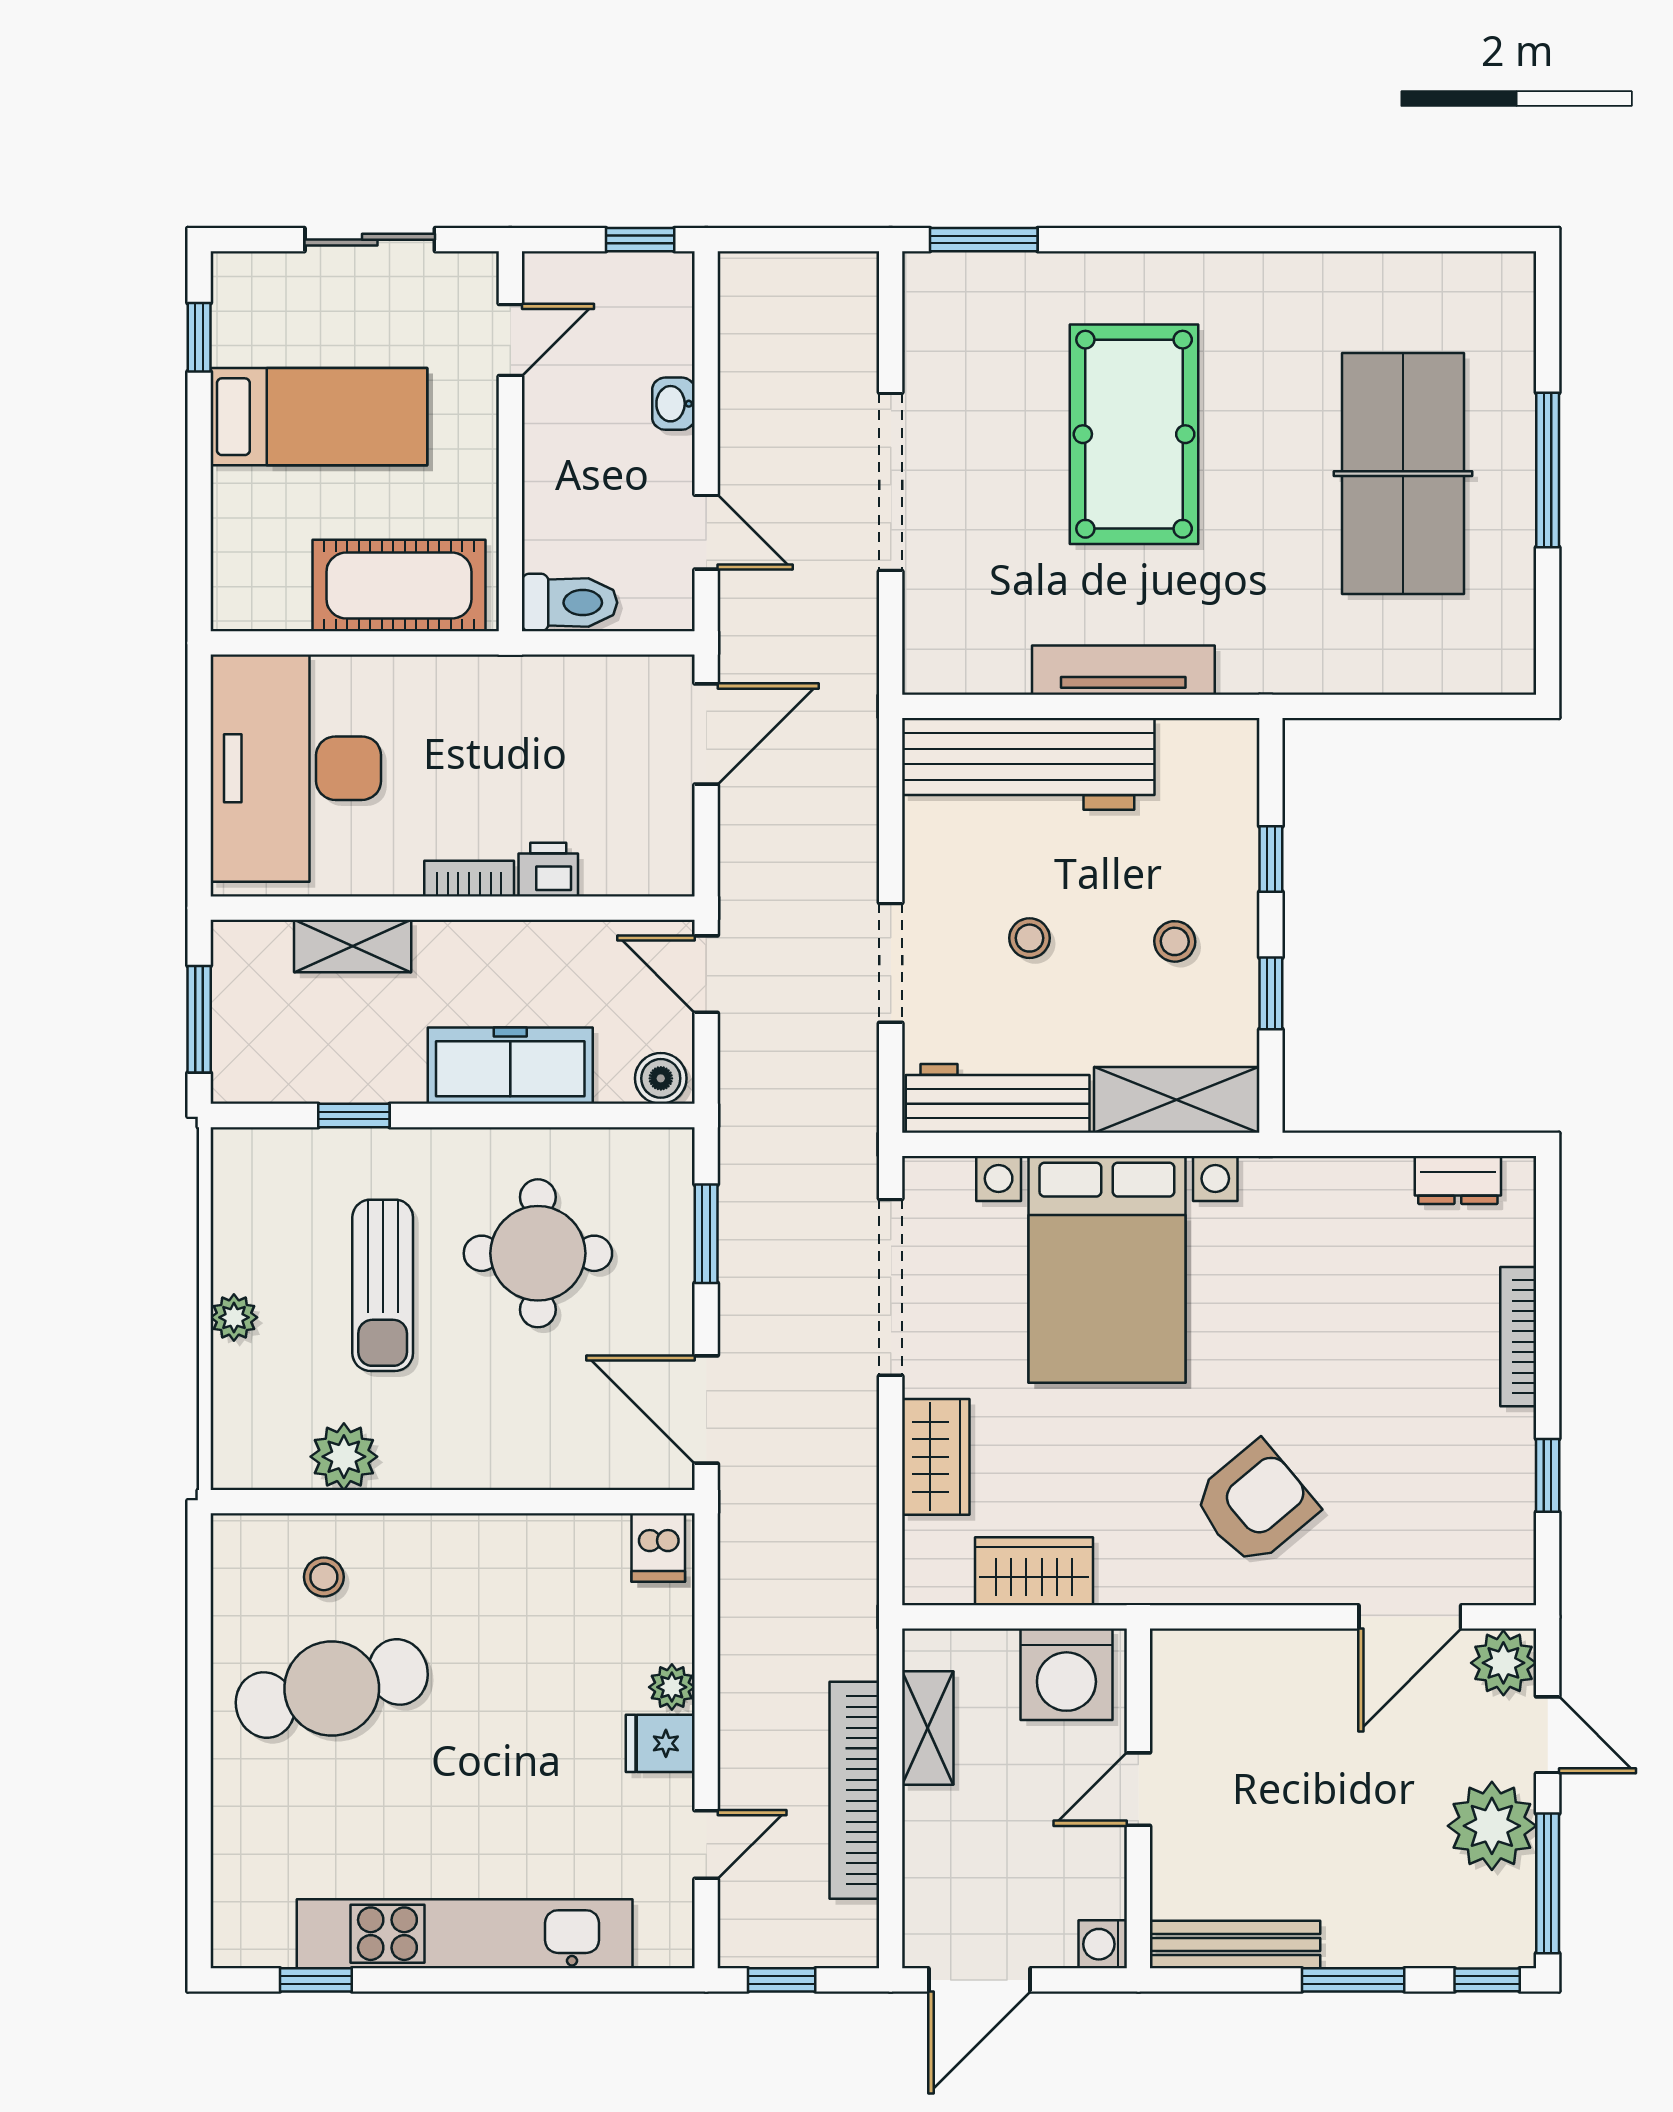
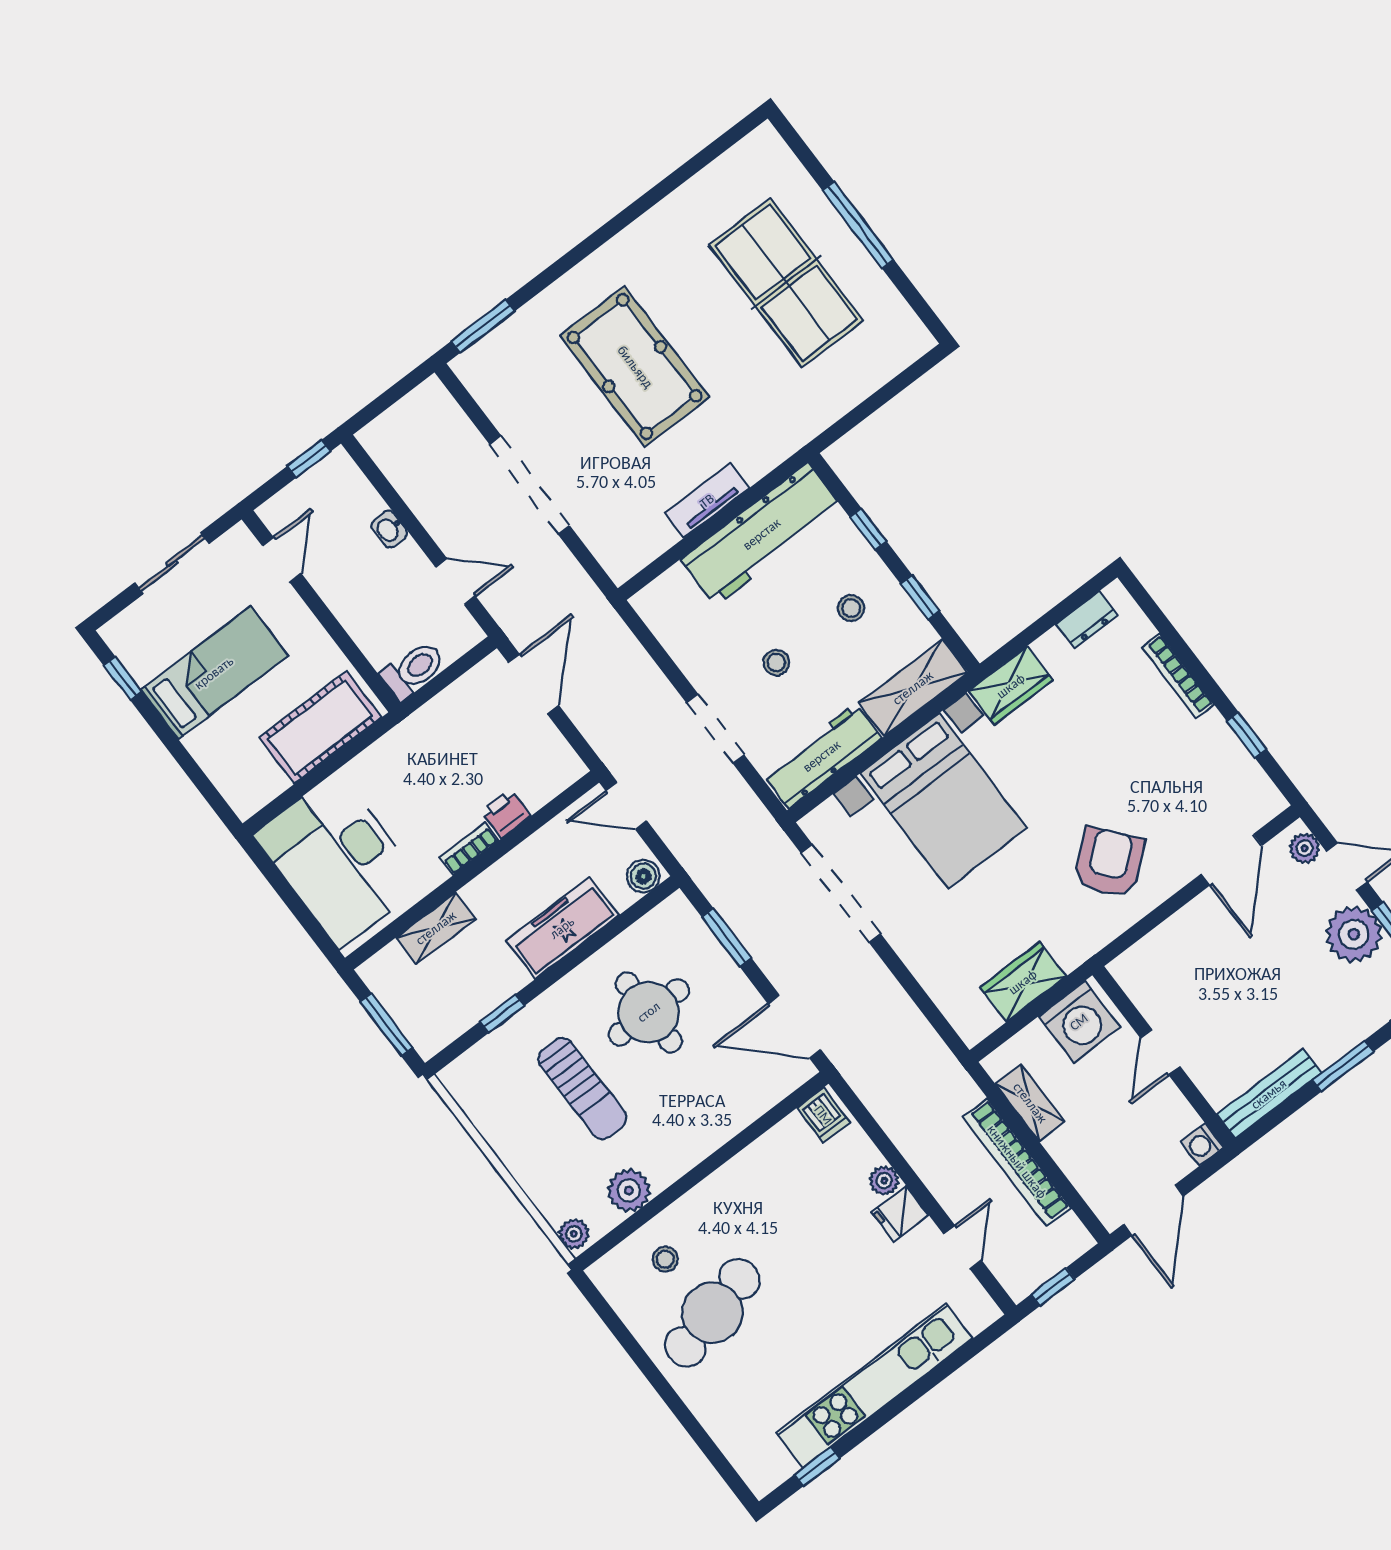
tv unit: (1123, 670) -> (707, 501), width x0.71
workbench: (1028, 764) -> (762, 534), moved
plant: (234, 1317) -> (574, 1234), moved
wardrobe: (936, 1457) -> (1011, 686), moved, turned 90
plant: (1503, 1663) -> (1305, 848), width x0.73, depth x0.73

